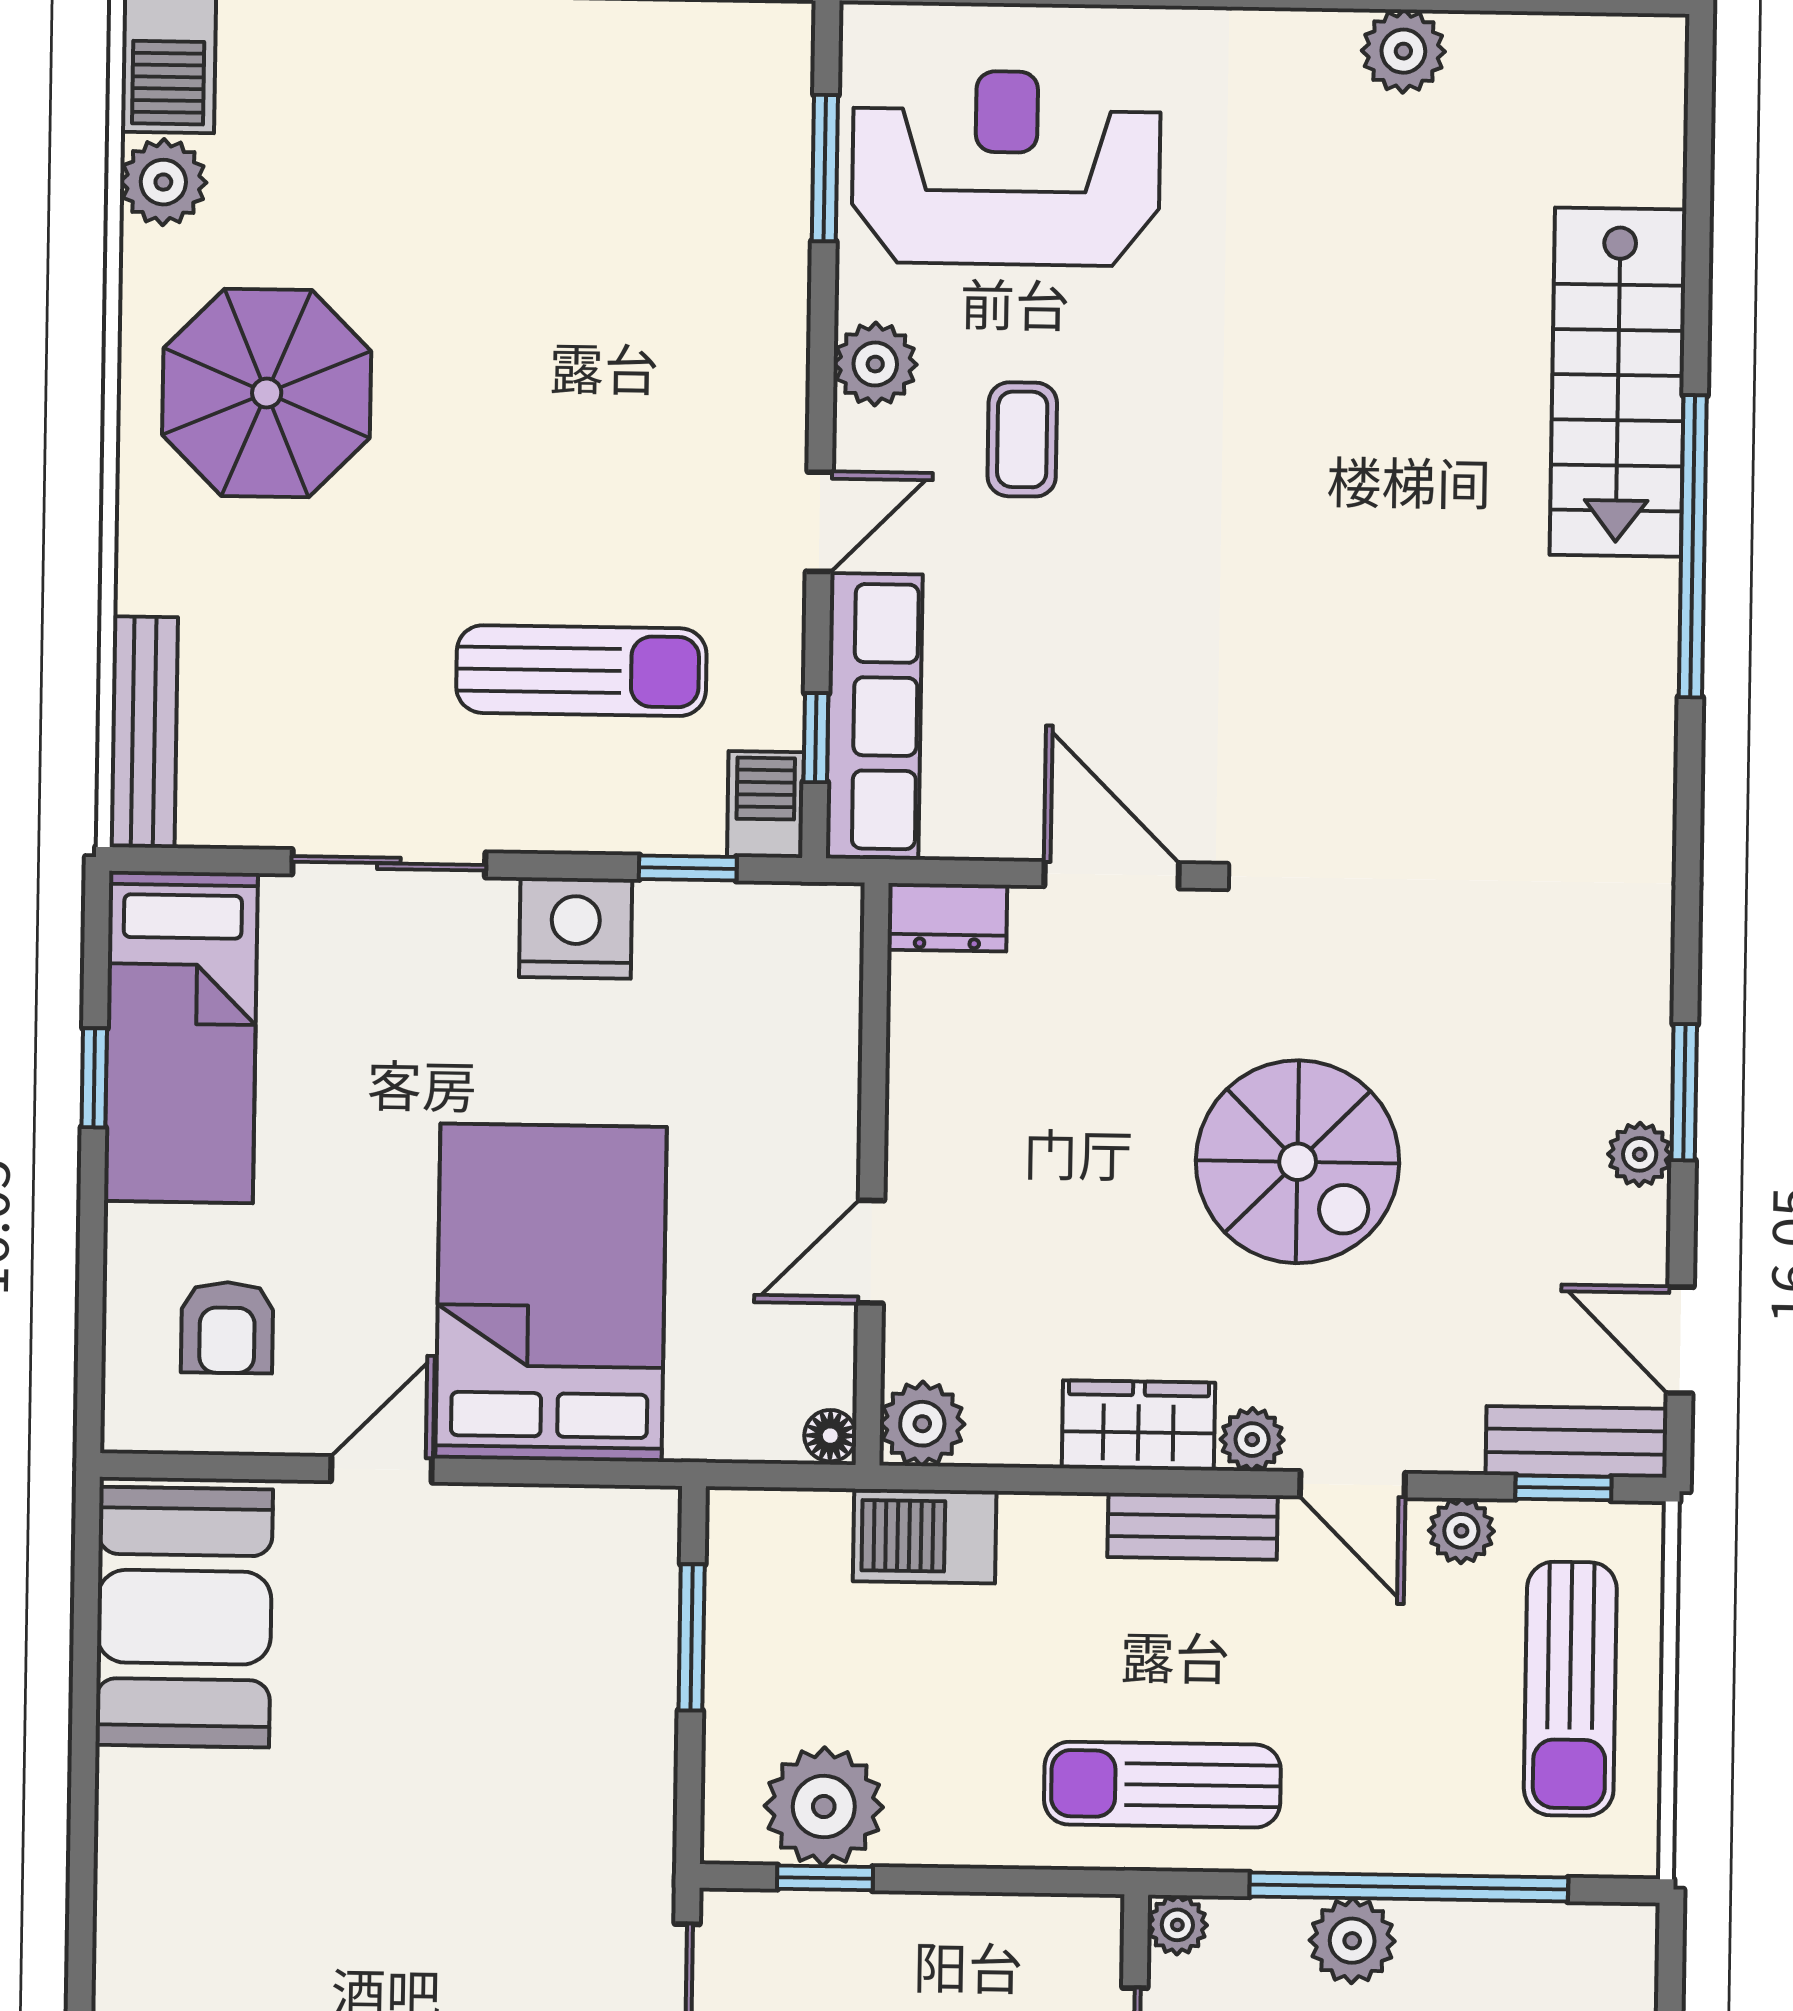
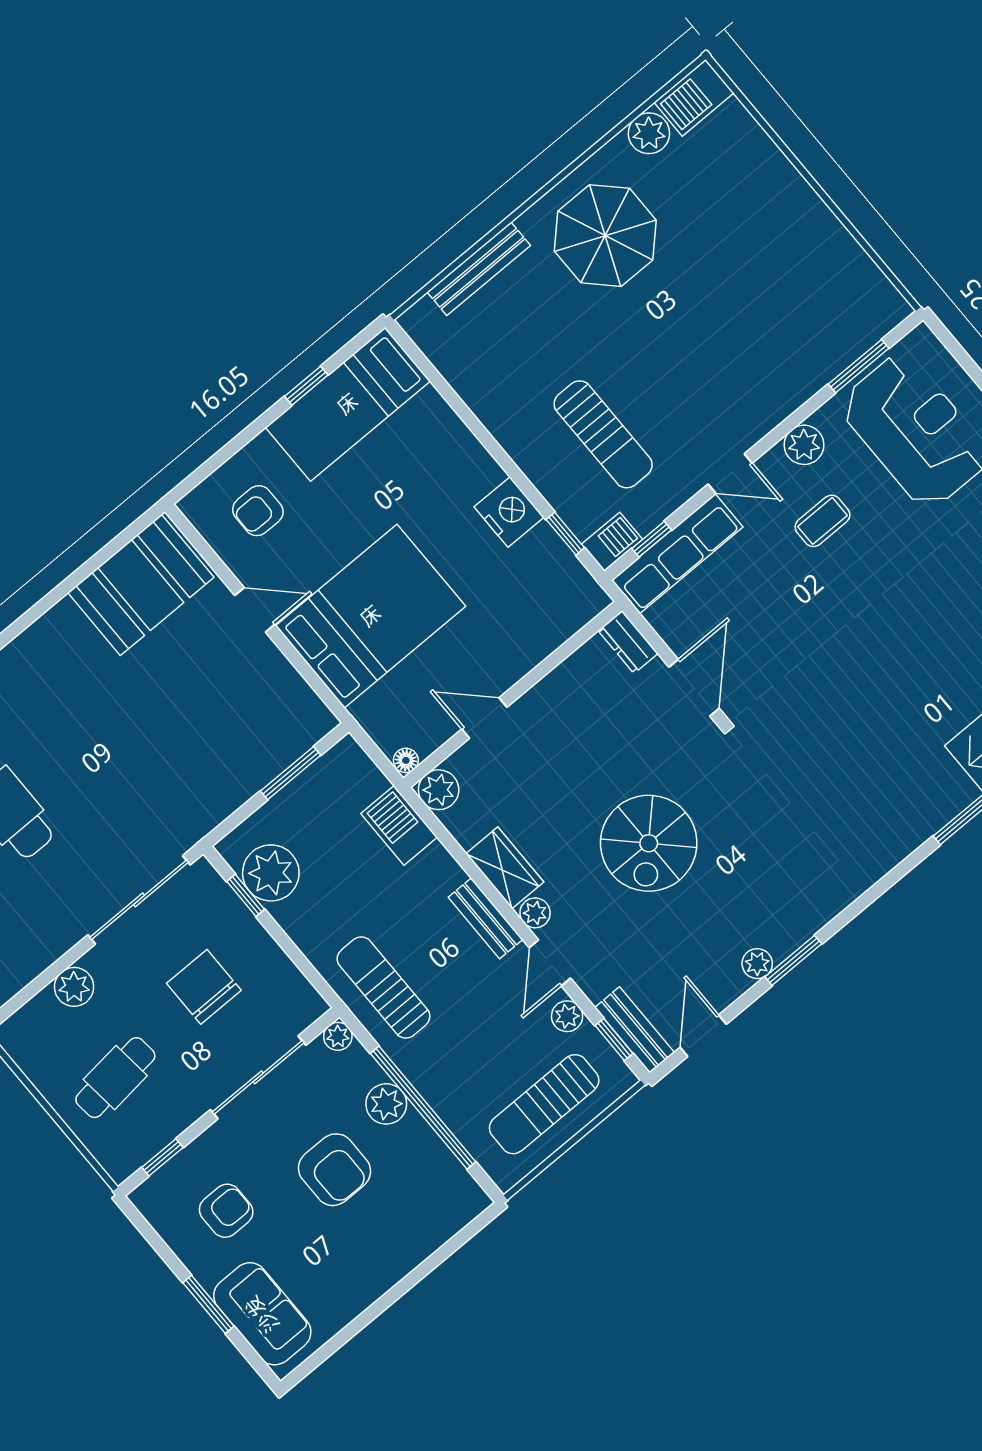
bench: (144, 732) -> (479, 269), moved
sliding door: (389, 863) -> (474, 425), removed

